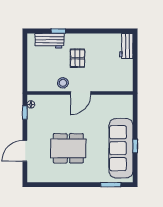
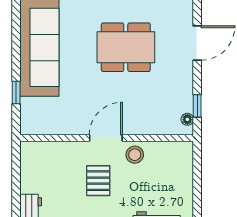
pallet: (78, 58) -> (98, 181), moved
window: (135, 146) -> (16, 92), moved

